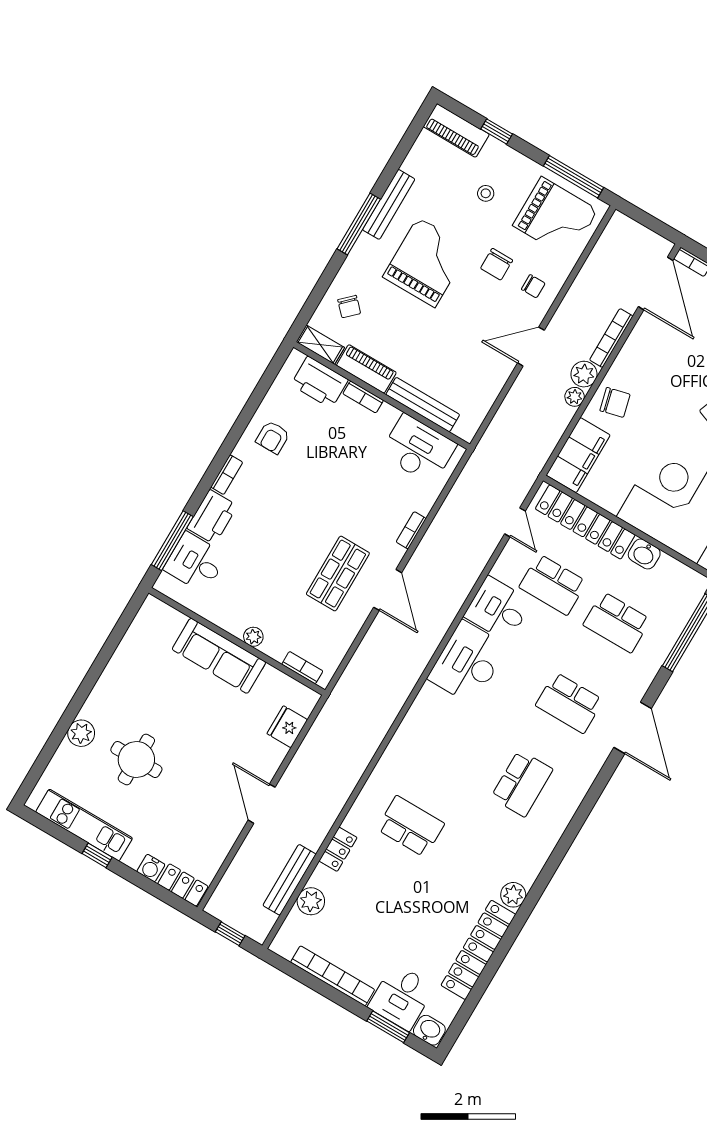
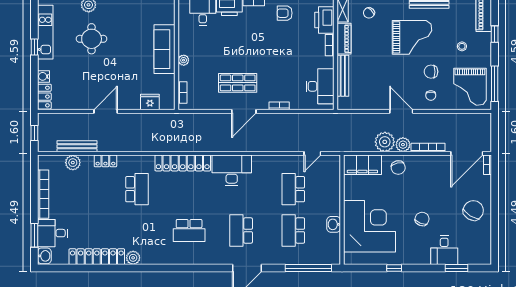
plant: (575, 397) -> (385, 142), width x1.88, depth x1.88
locker: (585, 522) -> (183, 163), moved, turned -90
desk: (498, 609) -> (266, 170), removed

